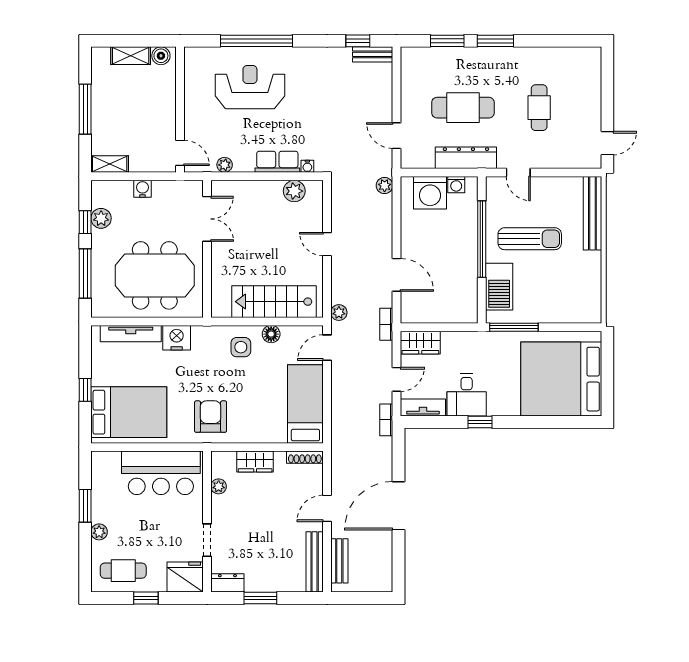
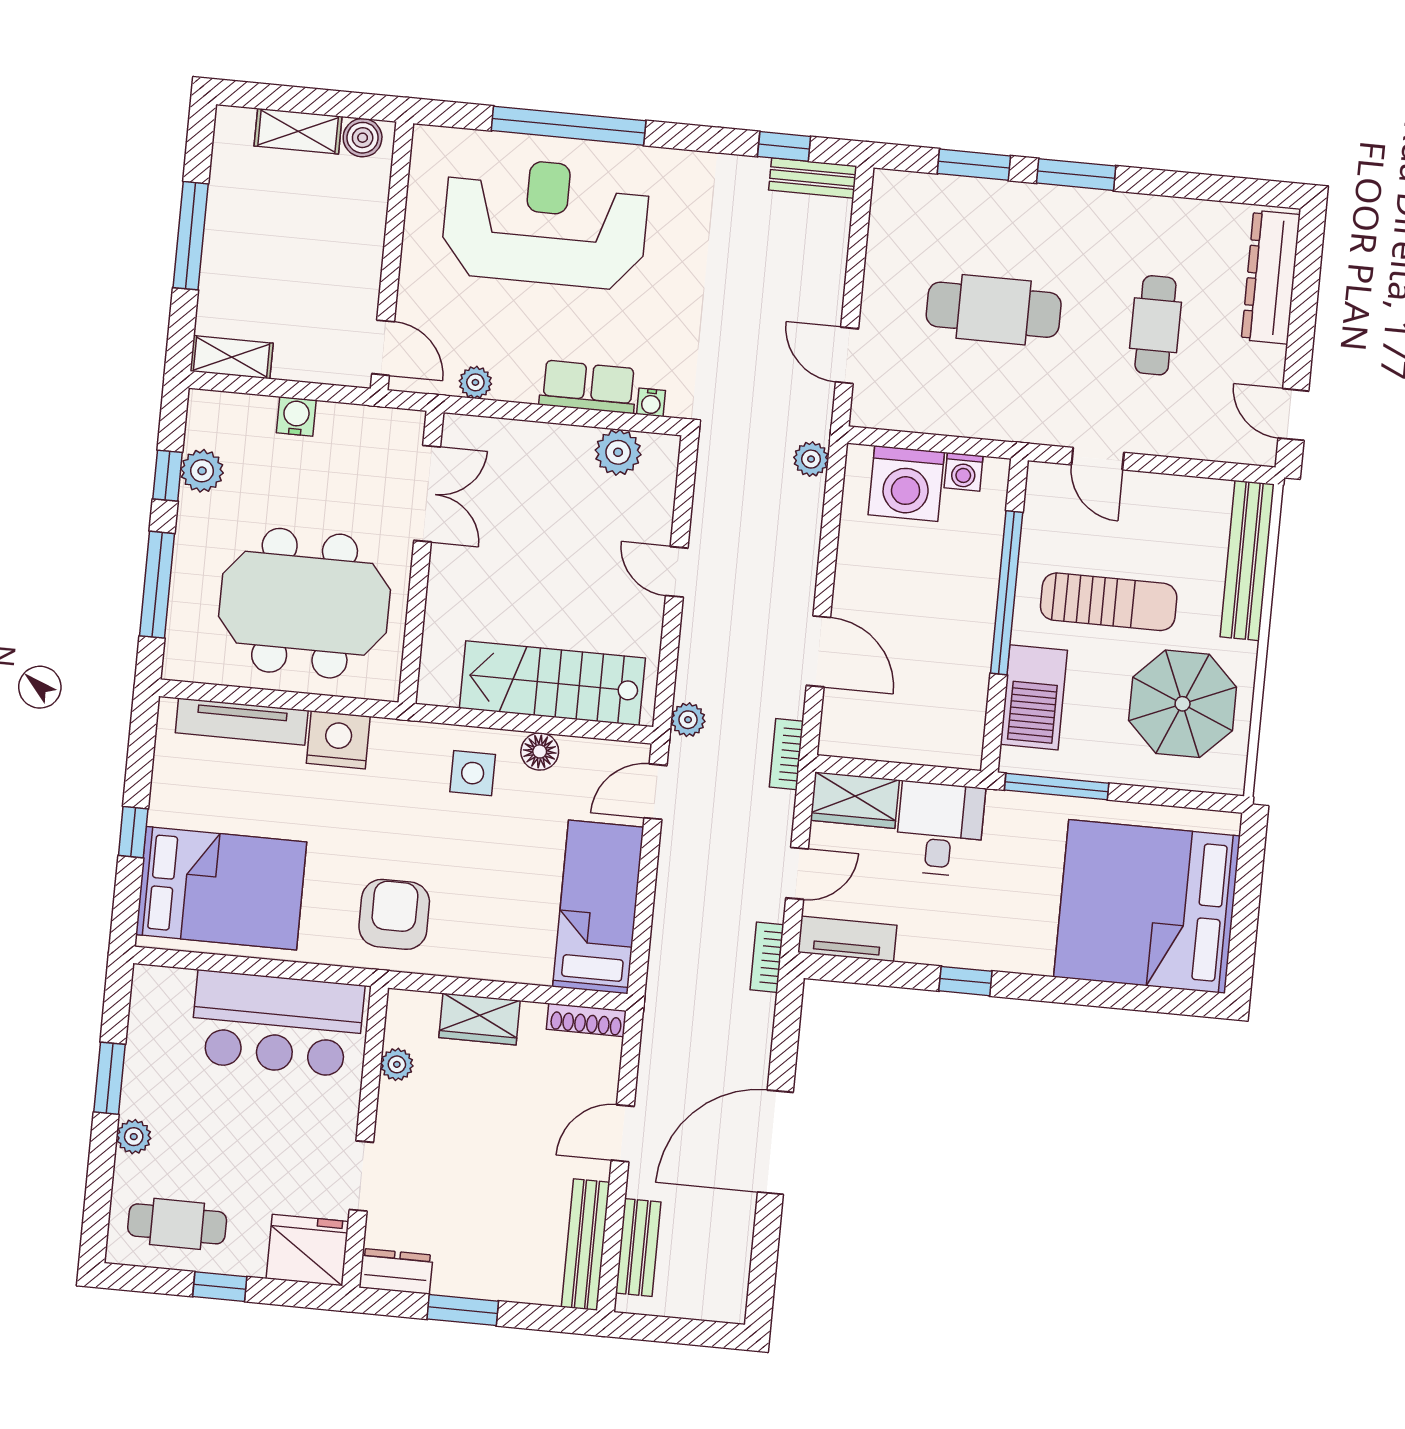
reception desk: (250, 87) -> (545, 223), width x1.36, depth x1.30
door: (607, 143) -> (1293, 415), swing flipped
dresser: (466, 158) -> (1271, 277), moved, turned -90
parasol: (569, 283) -> (1183, 704), added
desk: (467, 395) -> (940, 829), moved, turned 180

